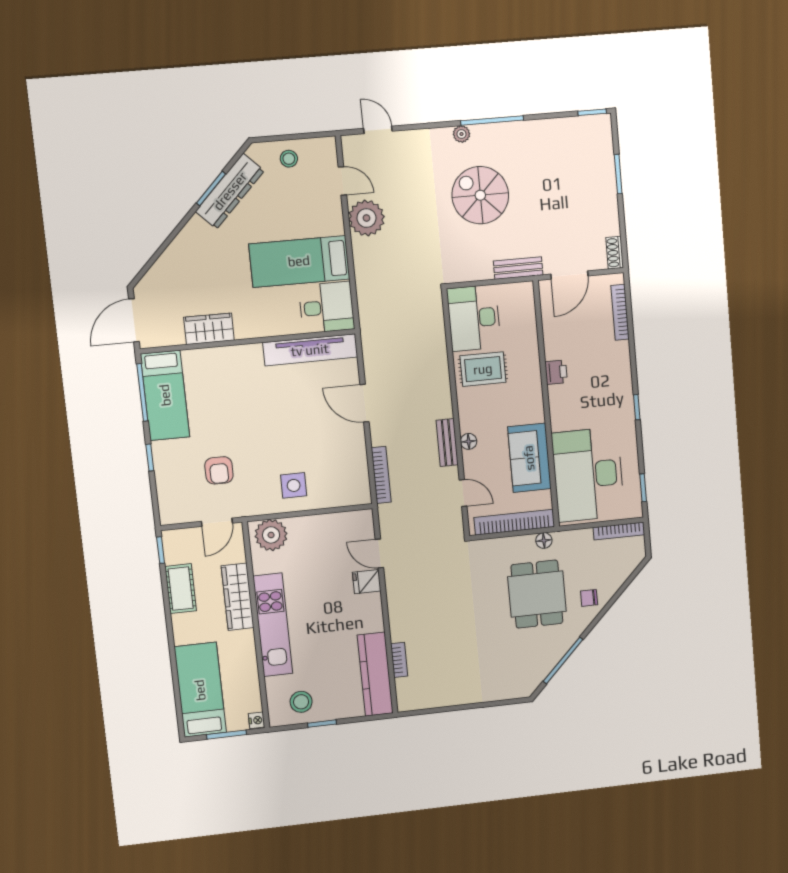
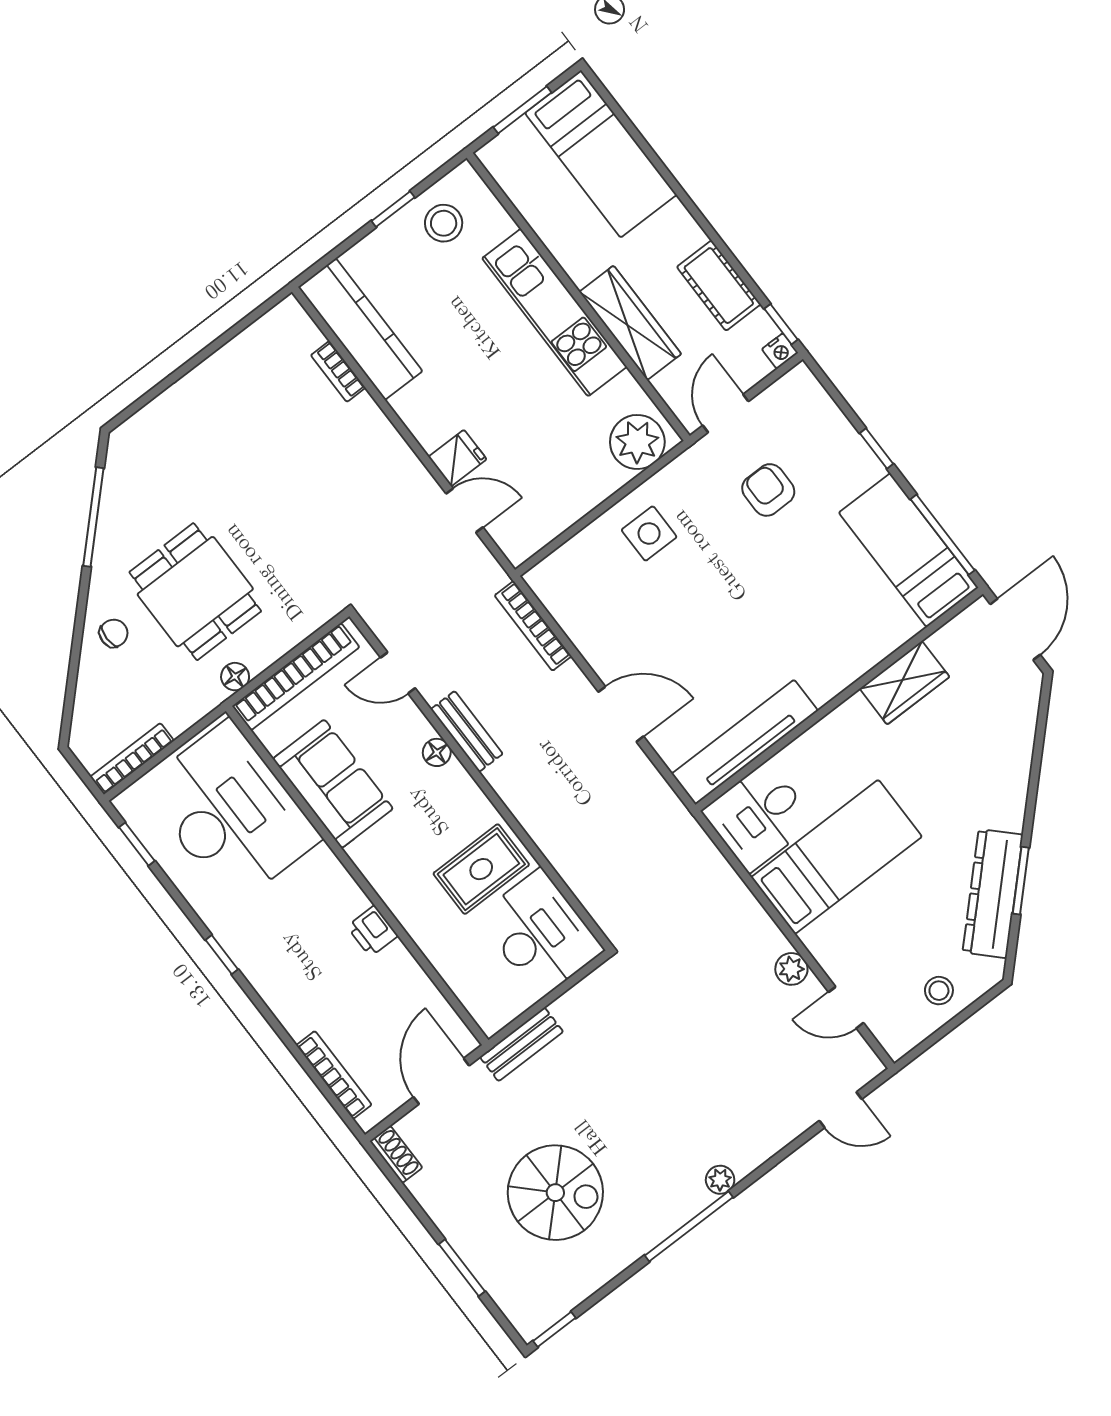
spiral stairs: (480, 195) -> (555, 1193), moved
plant: (366, 218) -> (791, 969), width x0.53, depth x0.53
nightstand: (257, 720) -> (780, 351), moved, turned -90

